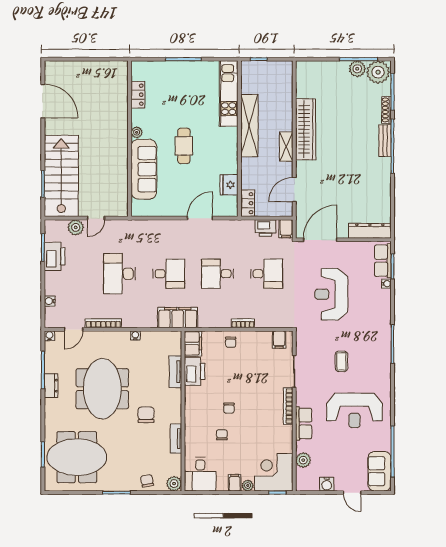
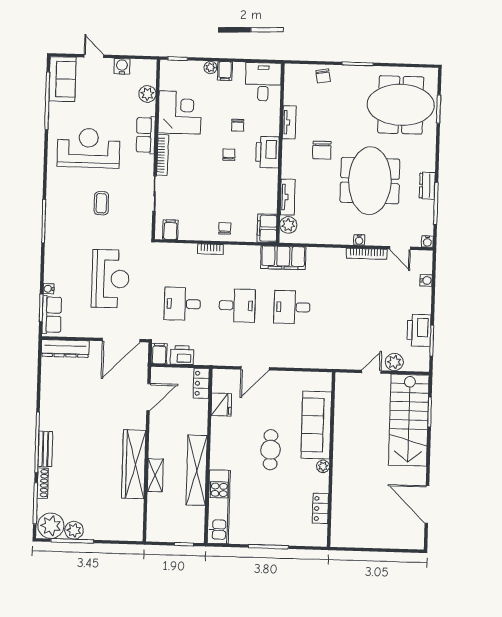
shelving: (286, 147) -> (155, 475), moved
desk: (120, 274) -> (347, 309), removed
door: (74, 329) -> (400, 248), swing flipped
water cooler: (135, 335) -> (359, 240), moved
printer: (195, 371) -> (267, 152), moved
corner desk: (273, 472) -> (180, 112), moved, turned -90
plant: (174, 484) -> (288, 225), moved

